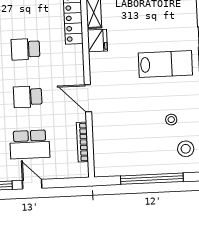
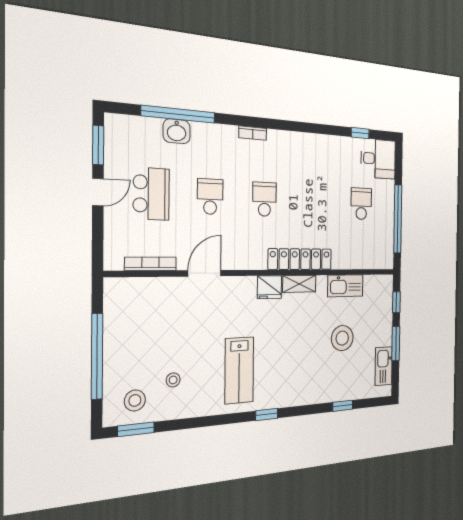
school desk: (30, 144) -> (151, 194), turned 180

